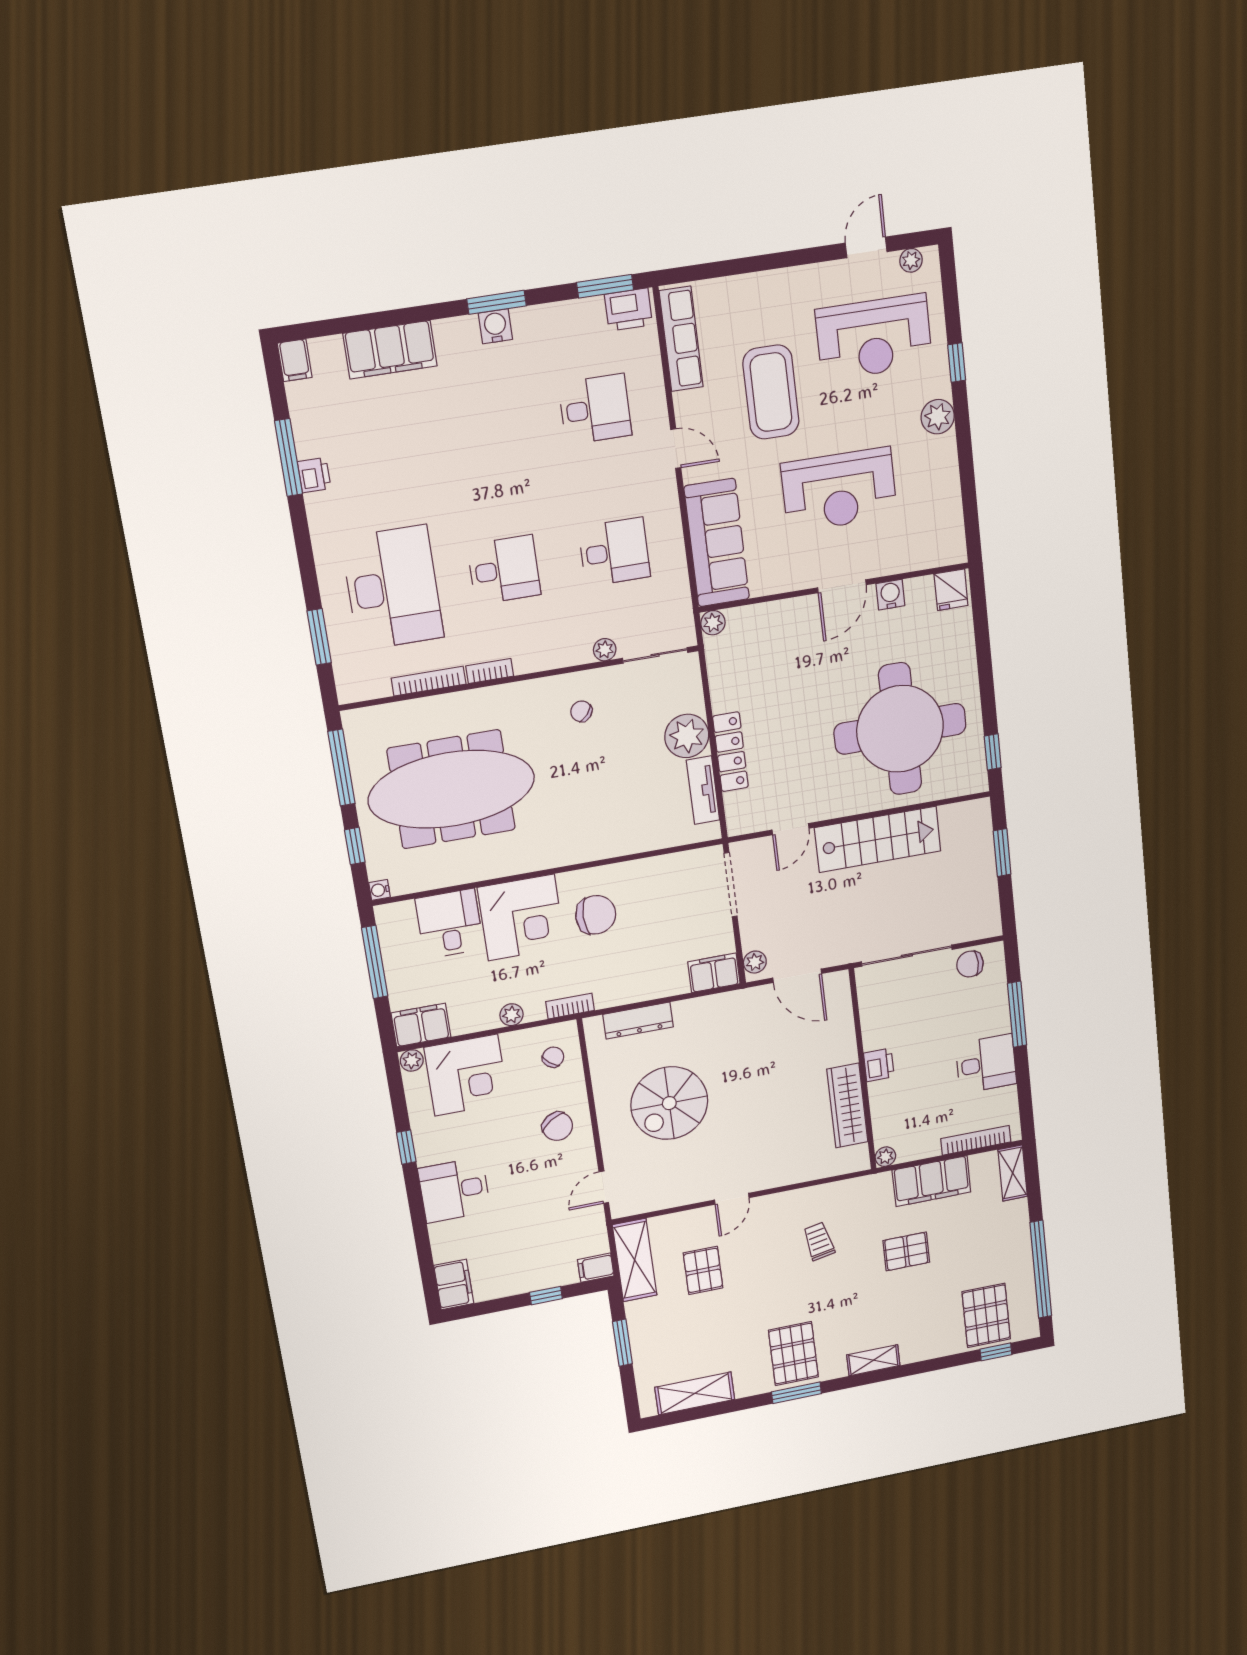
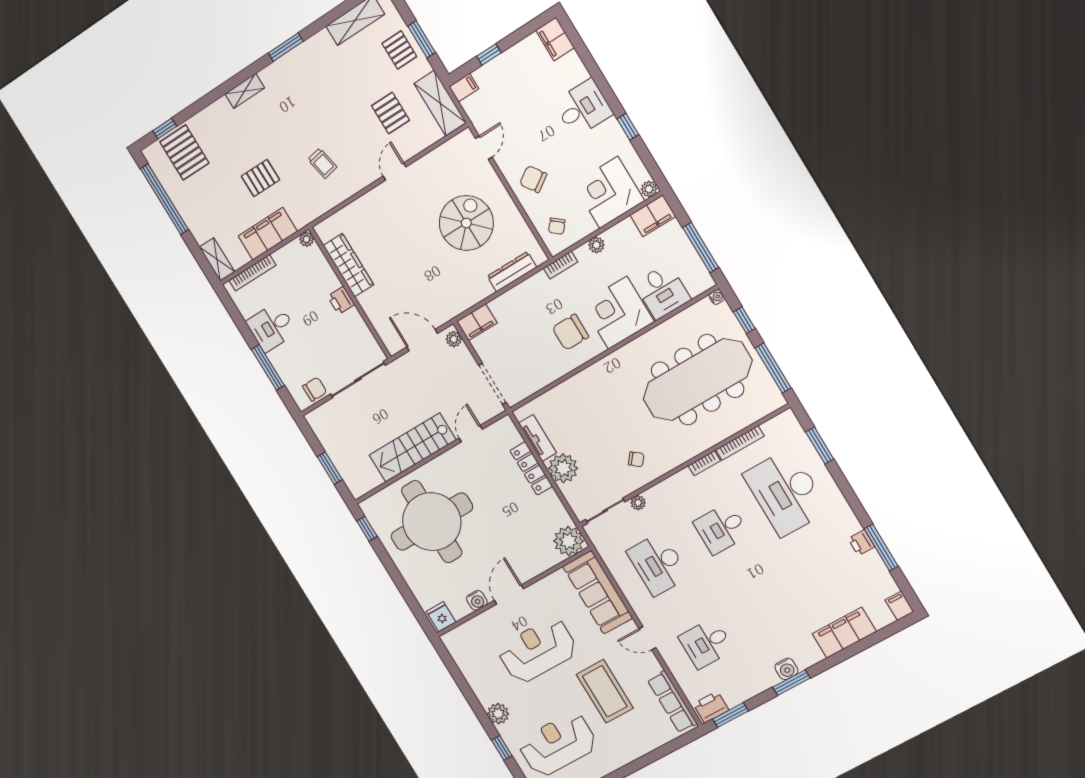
desk: (614, 552) -> (658, 564), width x1.37
plant: (713, 623) -> (569, 541), width x1.88, depth x1.88
pallet: (793, 1354) -> (399, 50), moved, width x0.67, depth x0.71

